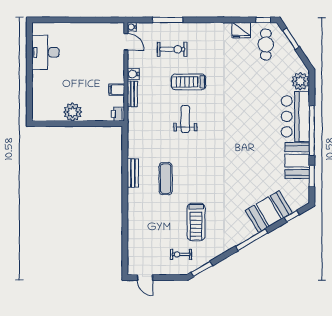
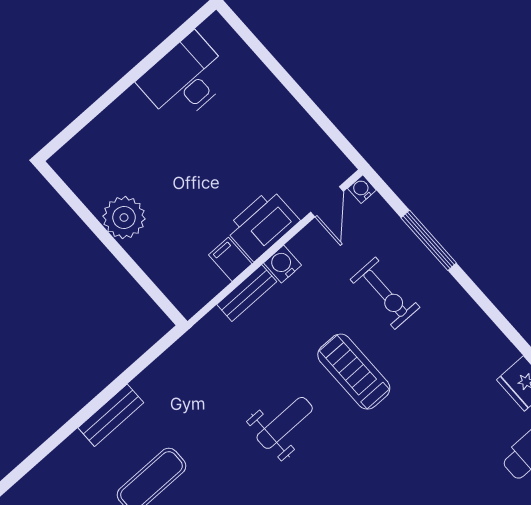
printer: (118, 114) -> (262, 225), moved, width x1.87, depth x1.48

